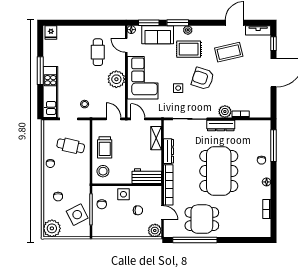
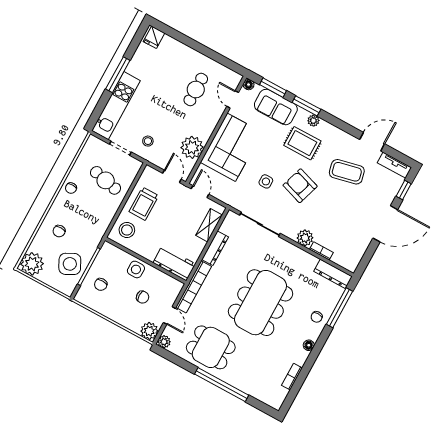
plant: (116, 79) -> (192, 147), moved
dresser: (221, 125) -> (333, 274), moved
chair: (102, 204) -> (101, 284), moved
plant: (169, 232) -> (164, 342), added
window: (195, 240) -> (222, 385), moved

